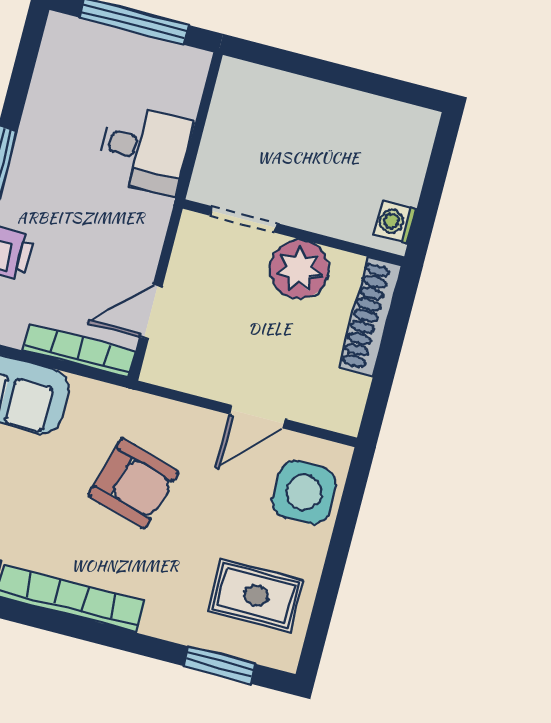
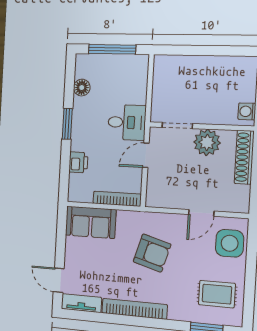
floor lamp: (48, 89) -> (82, 88), added
desk: (145, 149) -> (127, 122), moved
door: (151, 312) -> (146, 155), moved

